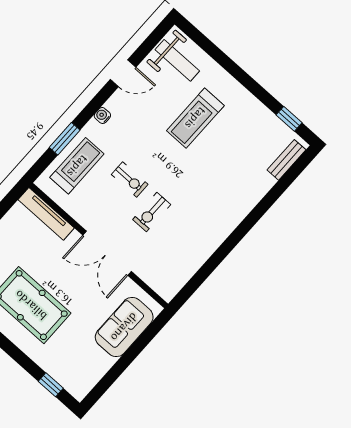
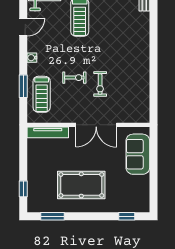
treadmill: (77, 166) -> (42, 94), turned 180

